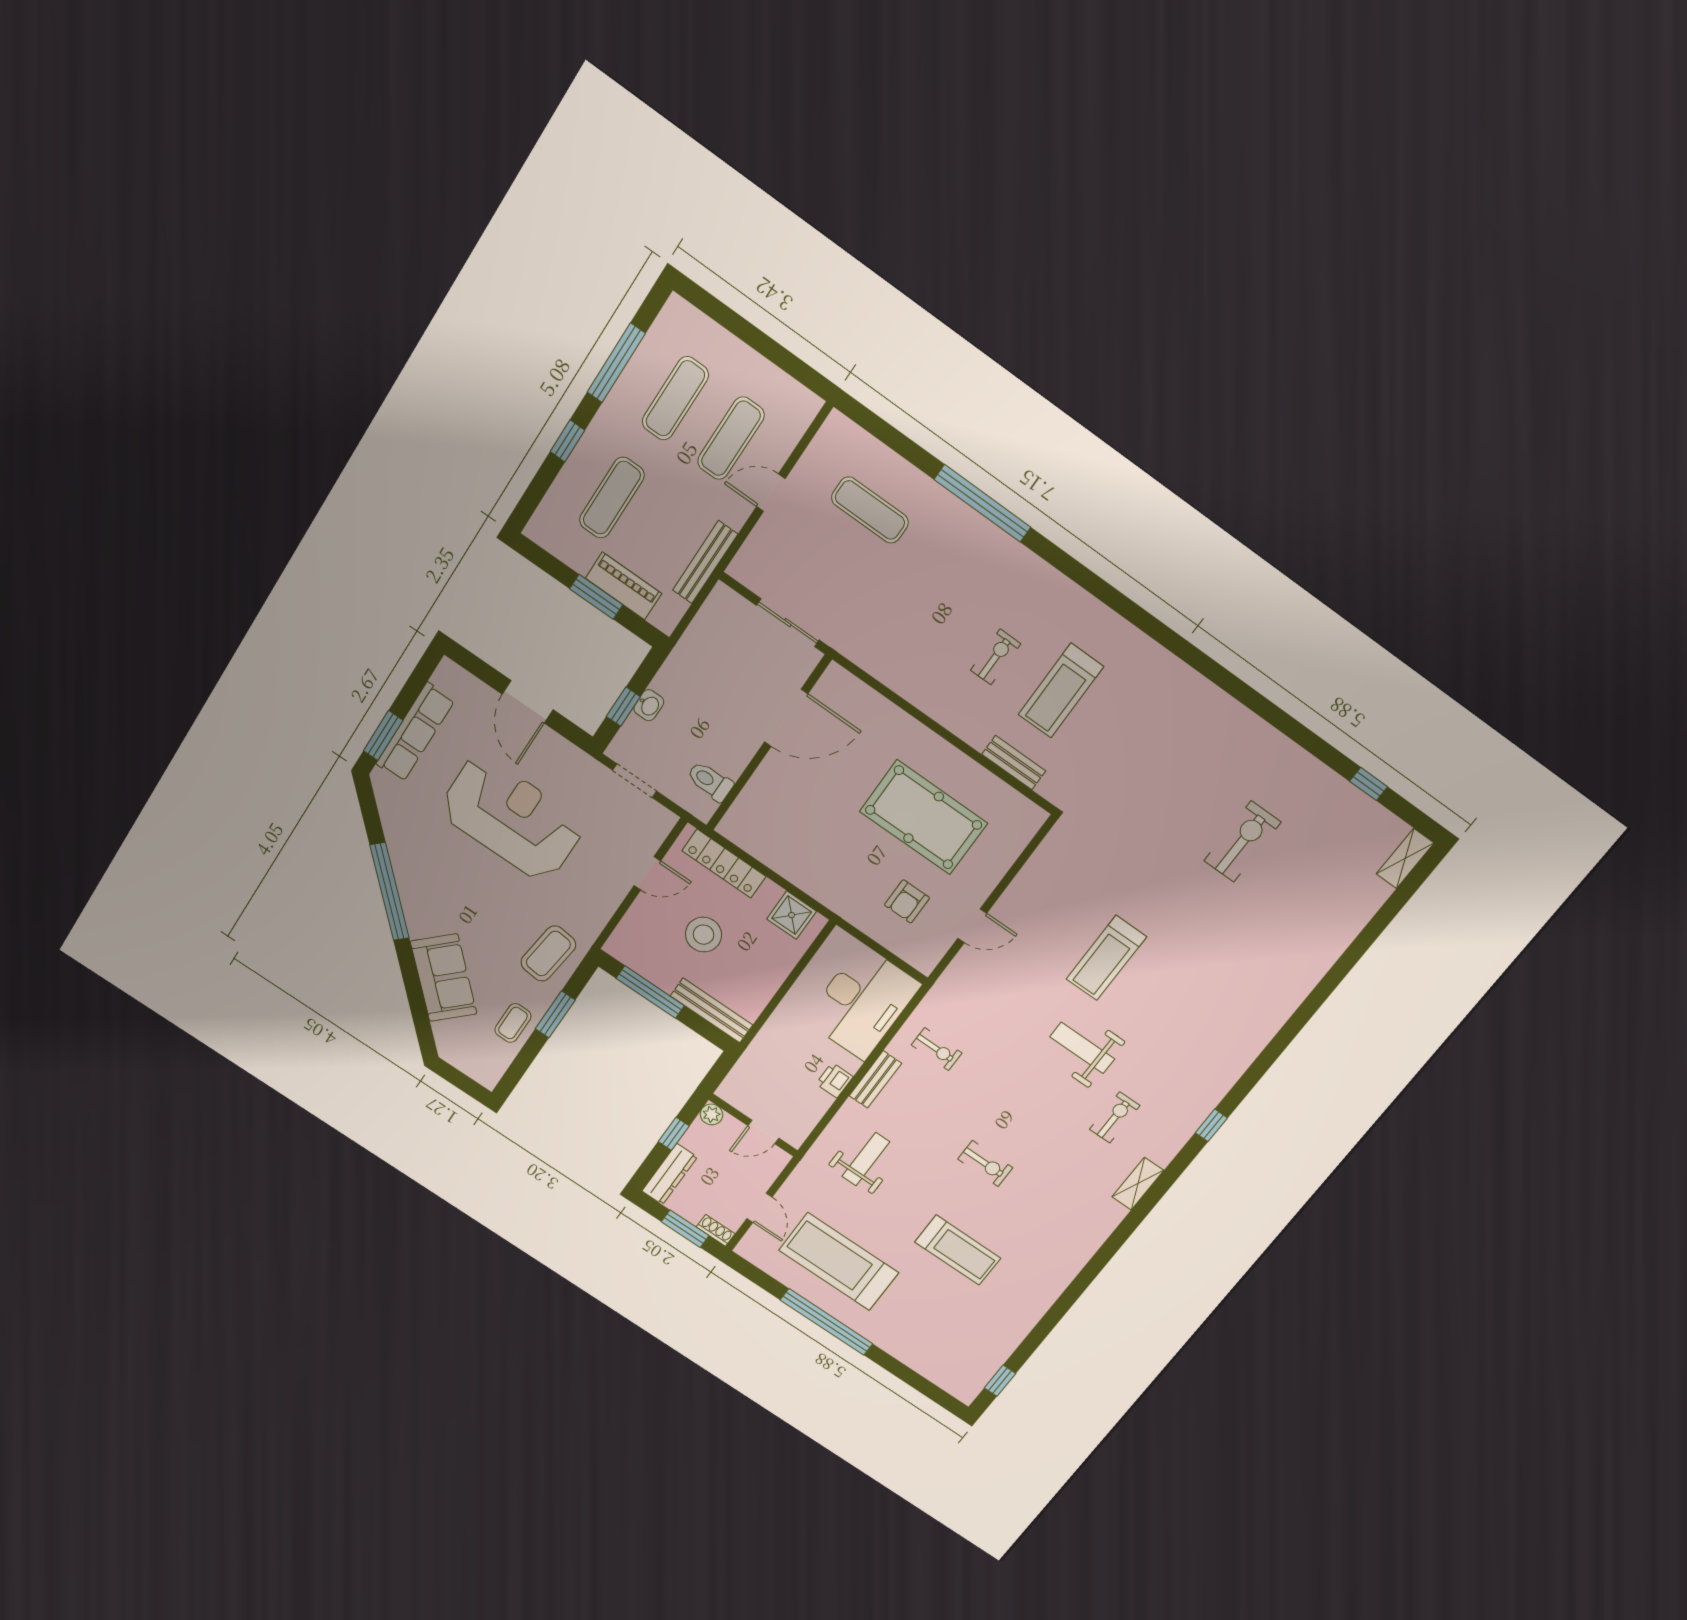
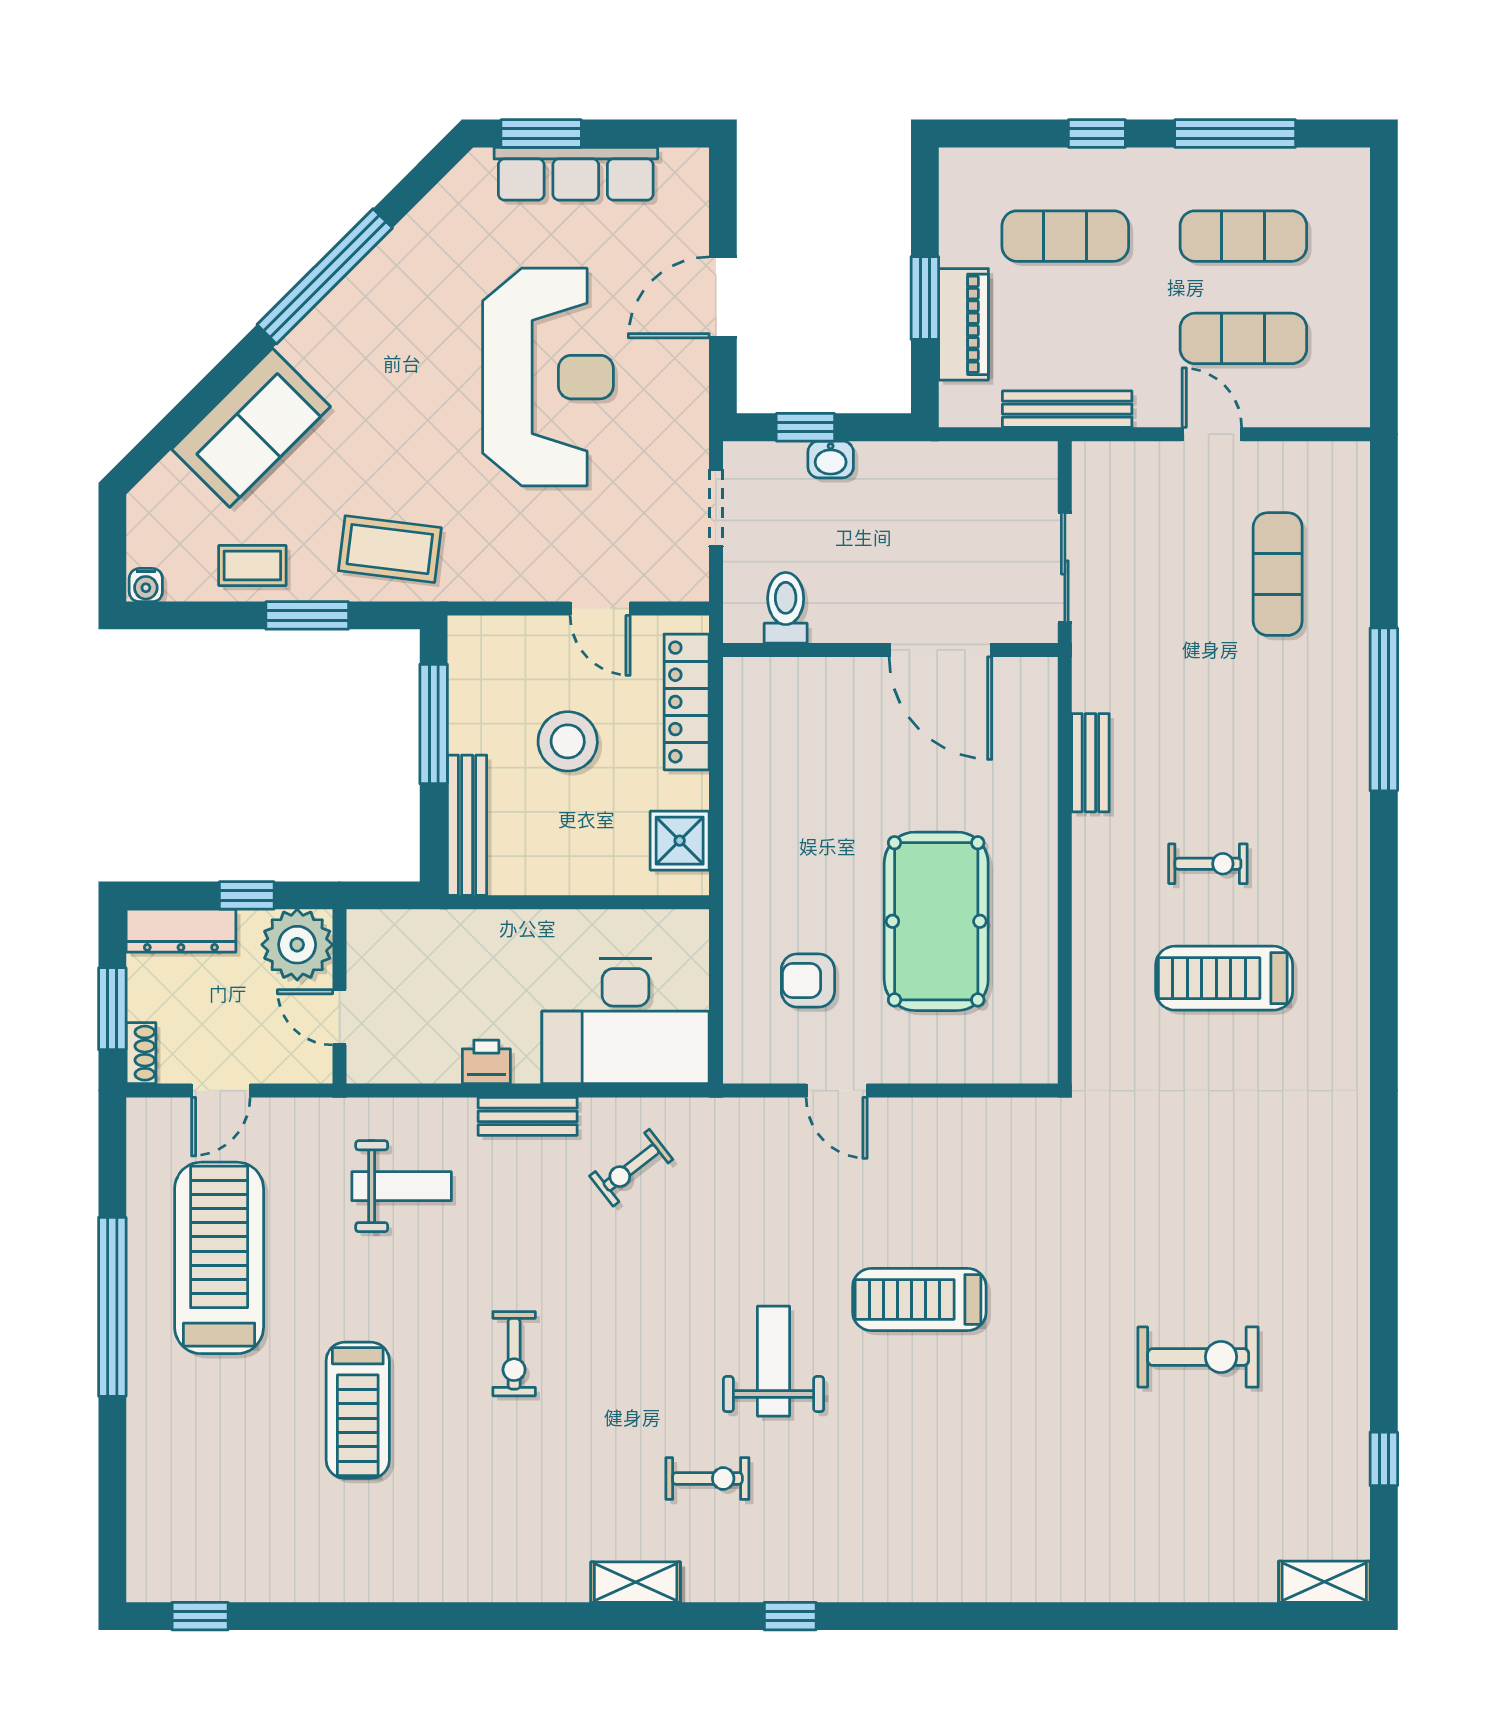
bench: (1014, 763) -> (1090, 763), moved
exercise bike: (937, 1049) -> (631, 1168), turned 52
water cooler: (490, 1078) -> (146, 585), added
plant: (711, 1114) -> (297, 945), width x1.88, depth x1.88

